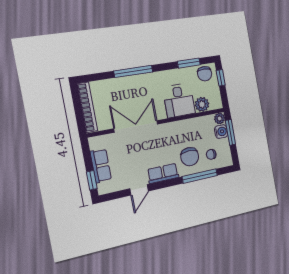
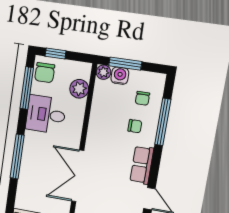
window: (189, 63) -> (27, 88), width x1.44
chair: (205, 74) -> (45, 73), turned 90
desk: (179, 100) -> (46, 115), moved, turned 180
chair: (190, 157) -> (135, 126), width x0.54, depth x0.54

